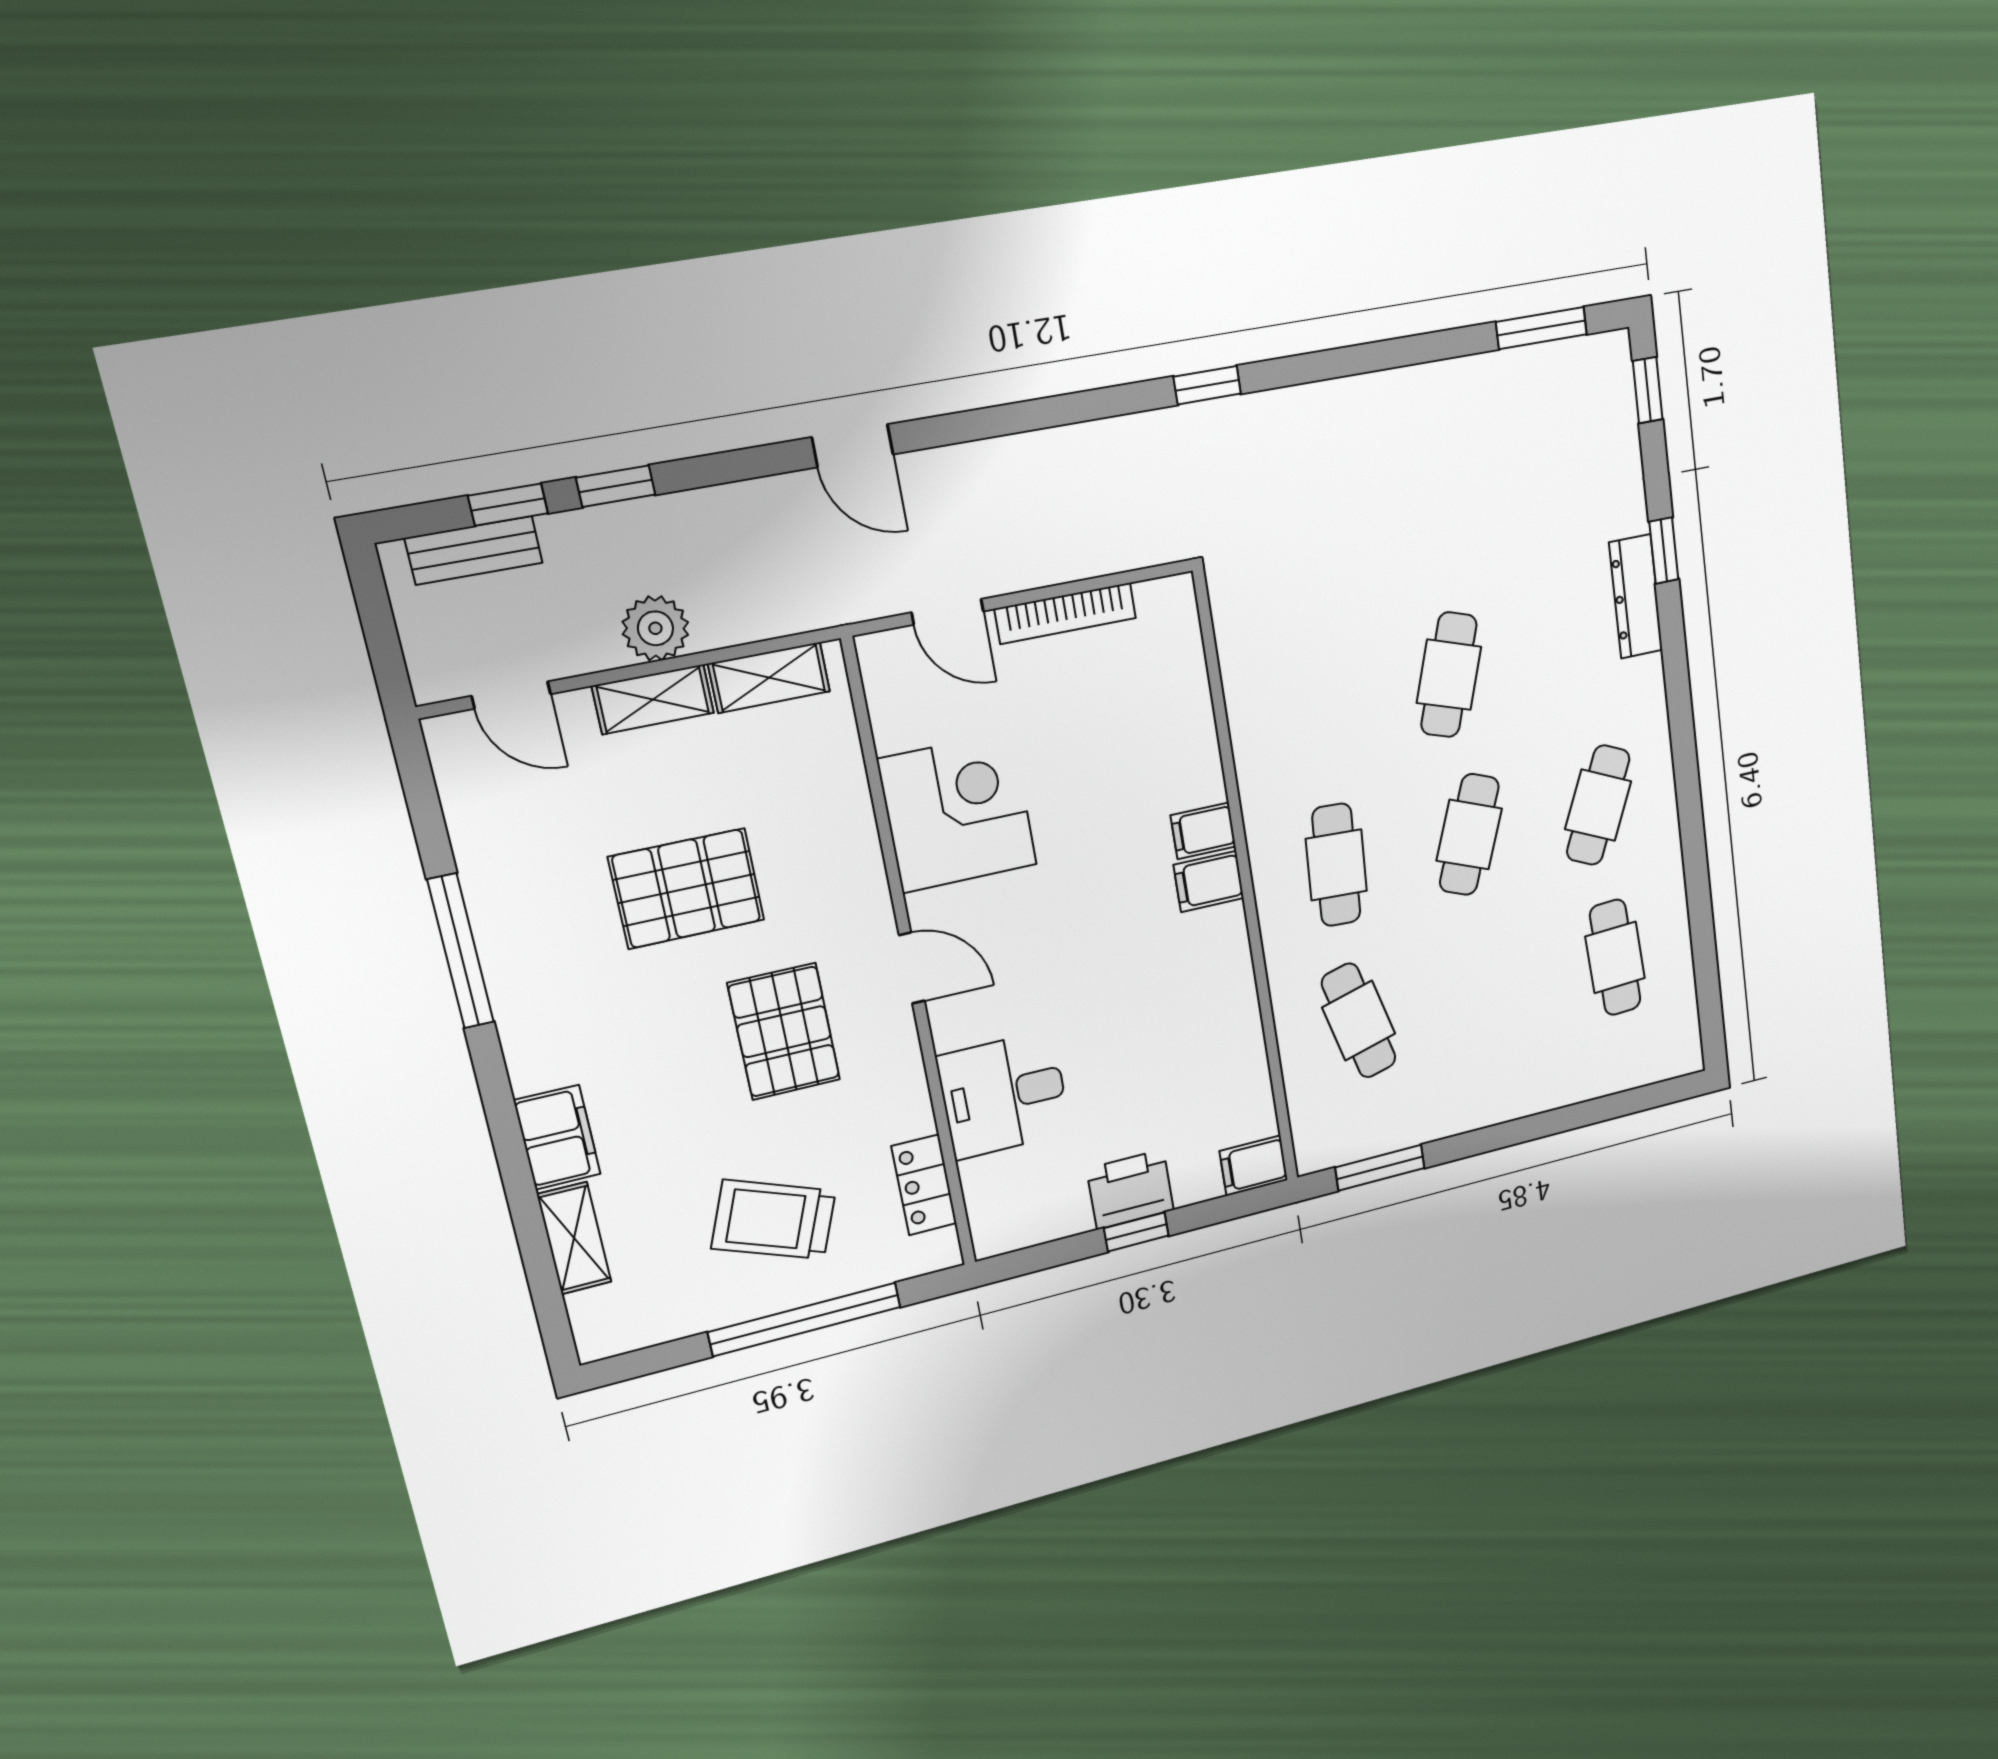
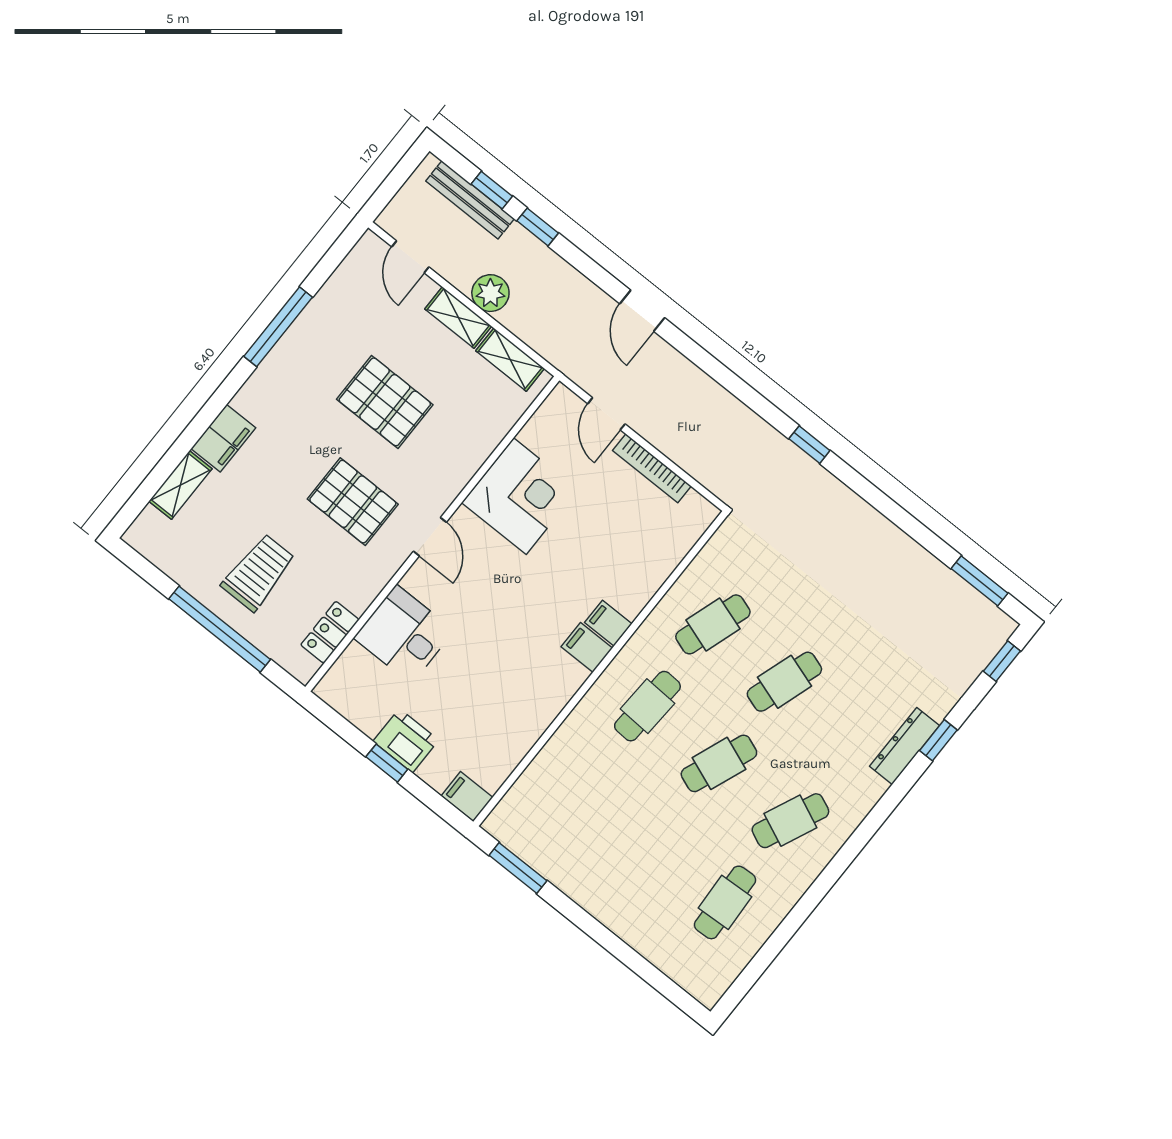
bench: (474, 550) -> (470, 200), width x1.36
cafe table: (1359, 1021) -> (713, 624), moved, turned 33
pallet: (784, 1032) -> (353, 502), turned 90
trolley: (774, 1220) -> (258, 572), turned 69

